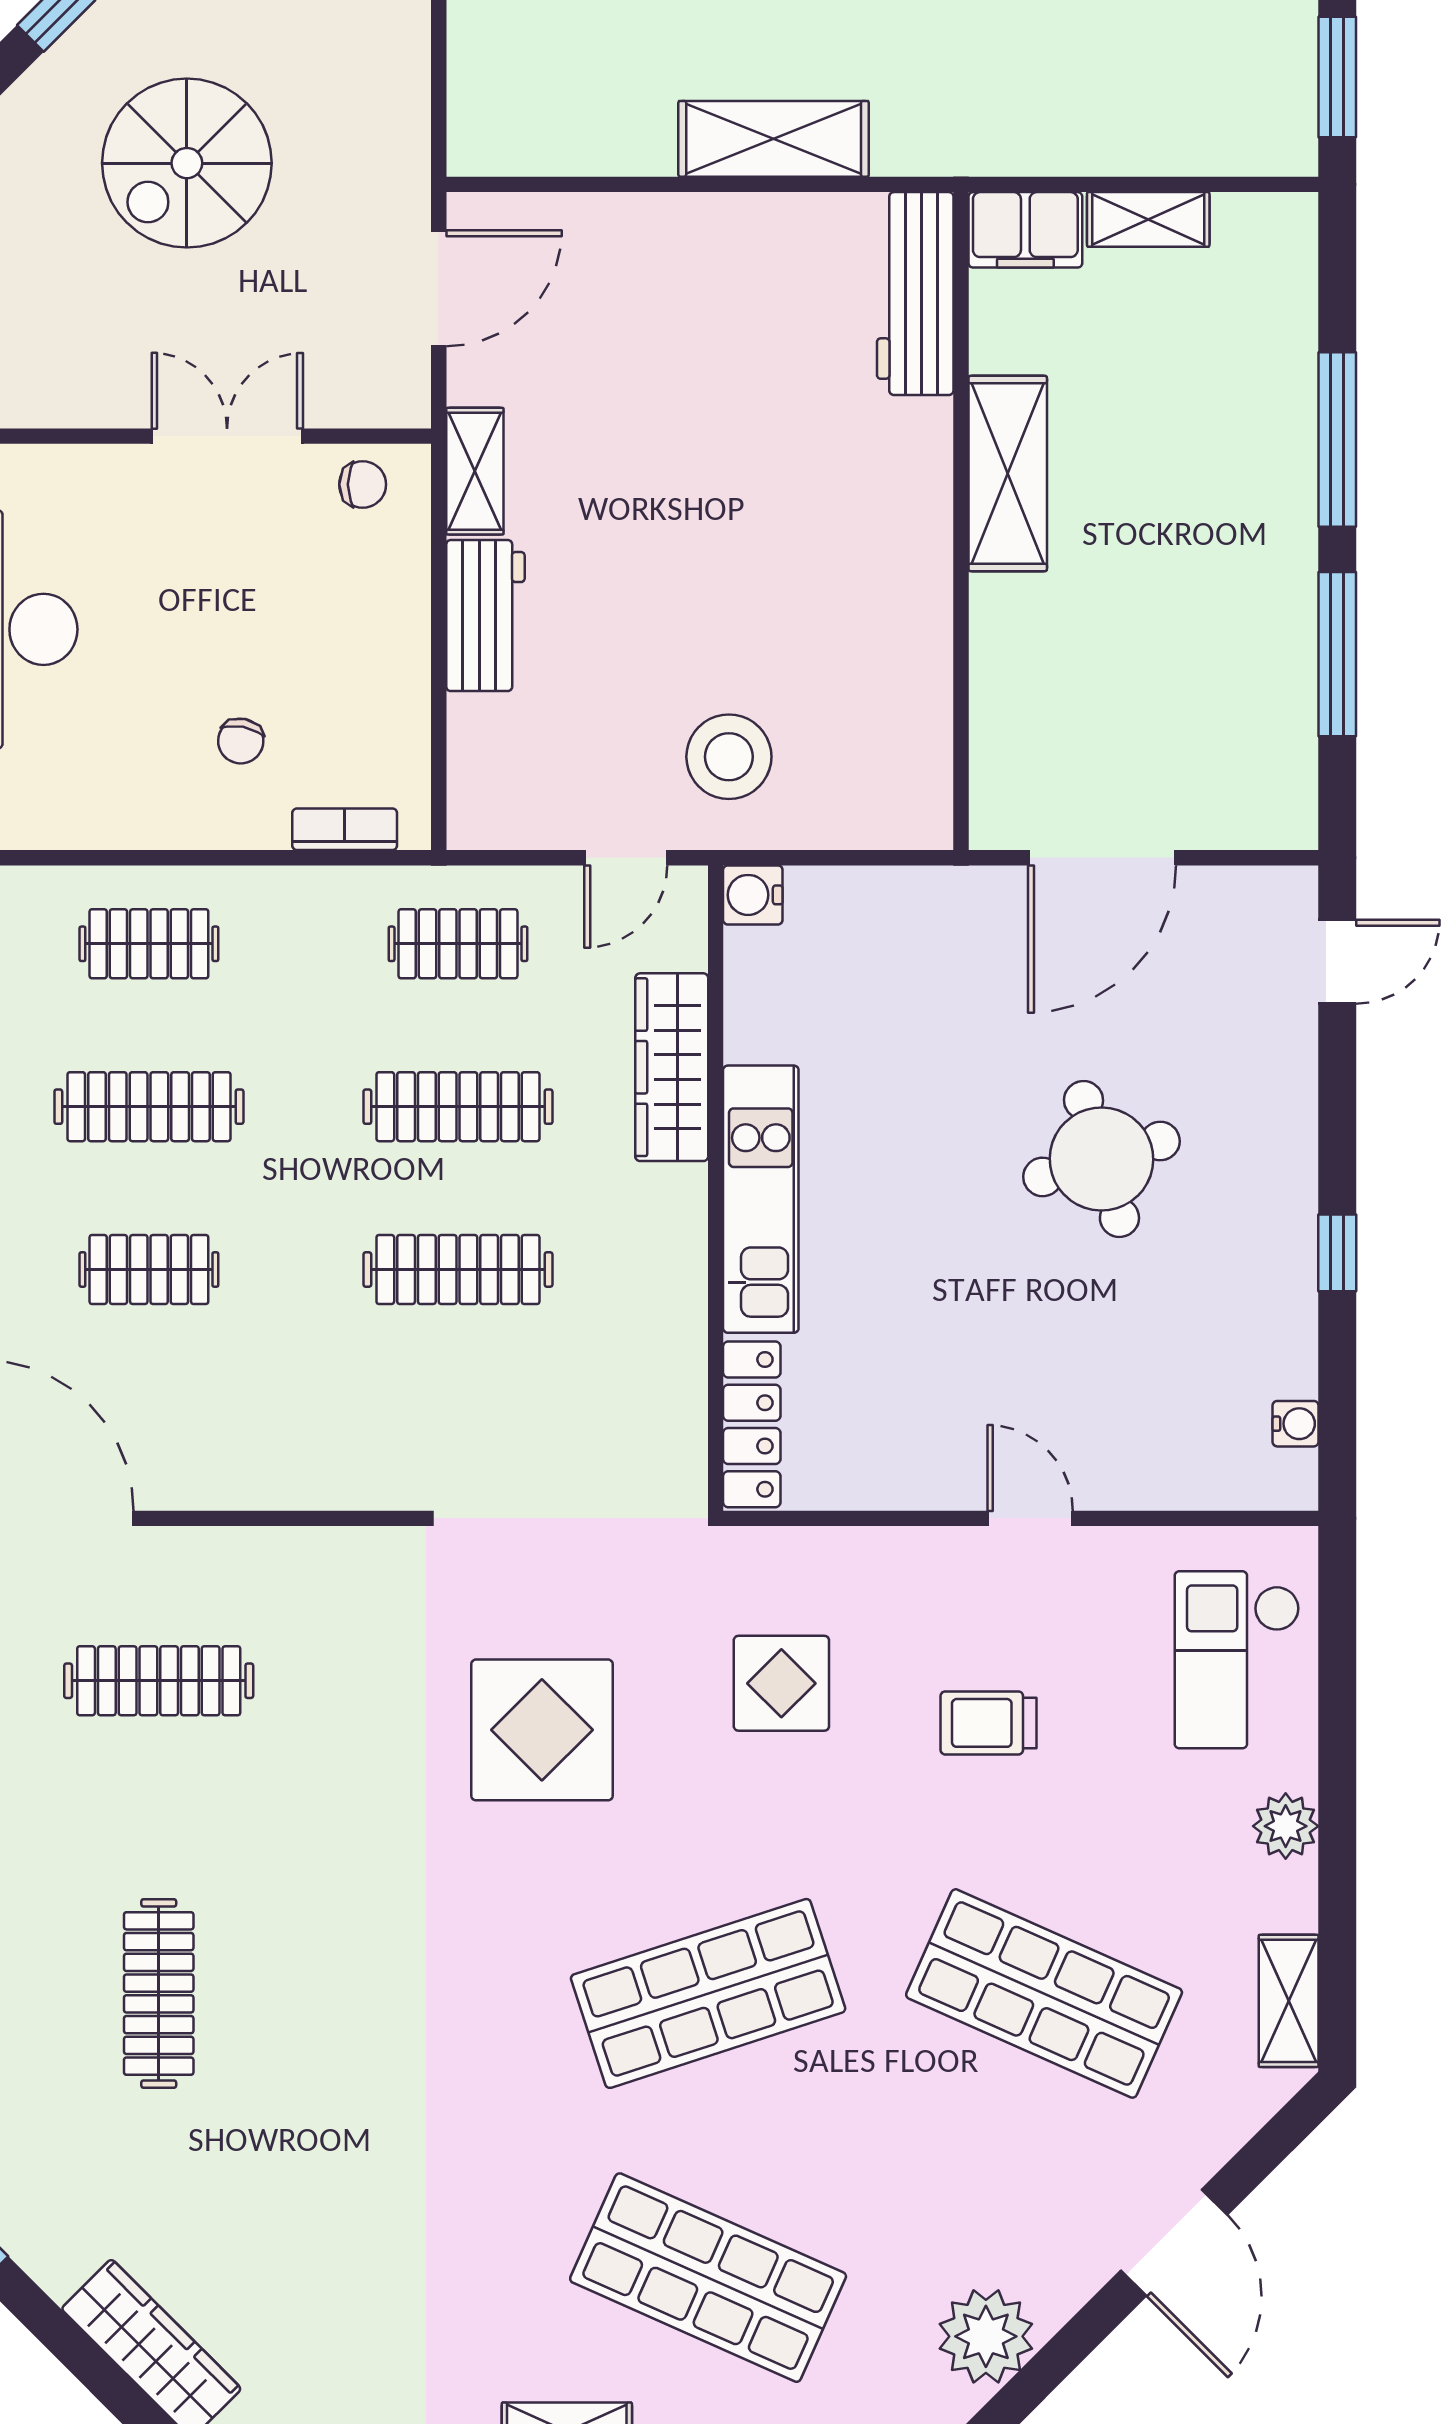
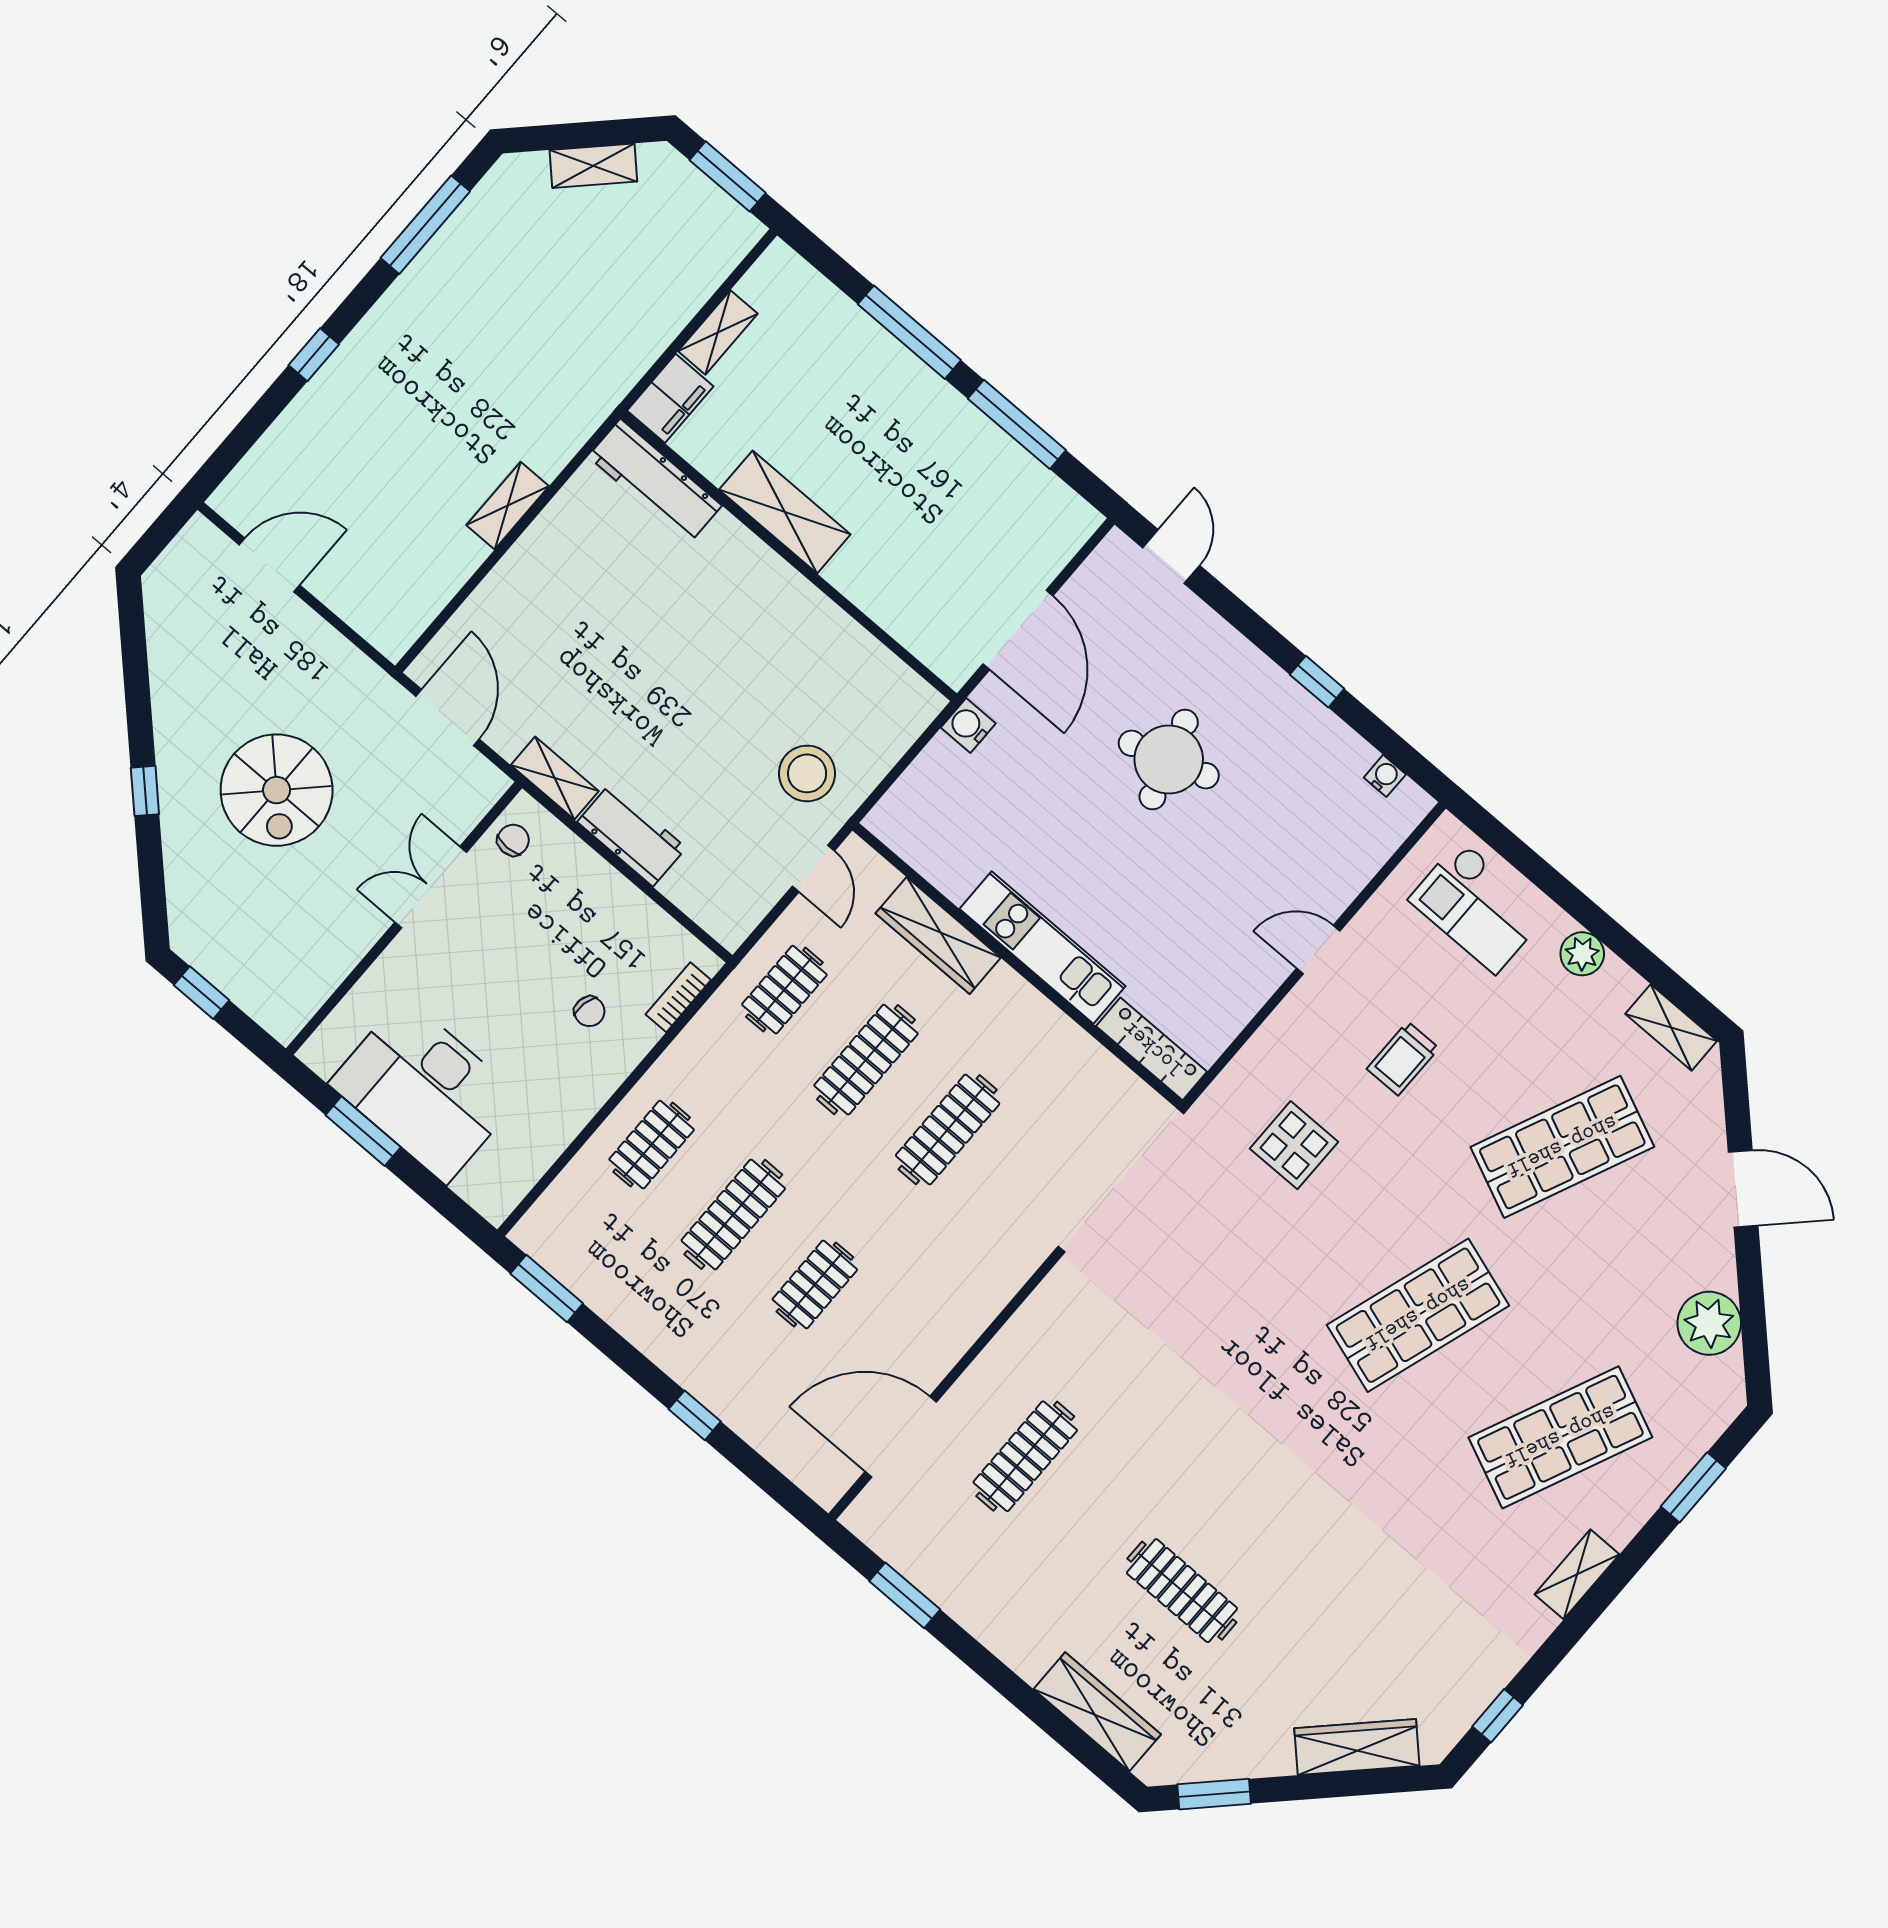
shelving: (774, 139) -> (508, 506), width x0.67, depth x0.75
water cooler: (753, 895) -> (968, 726), moved, turned 90
display table: (542, 1730) -> (1215, 1285), removed
shop shelf: (708, 1993) -> (1418, 1315), turned 36

